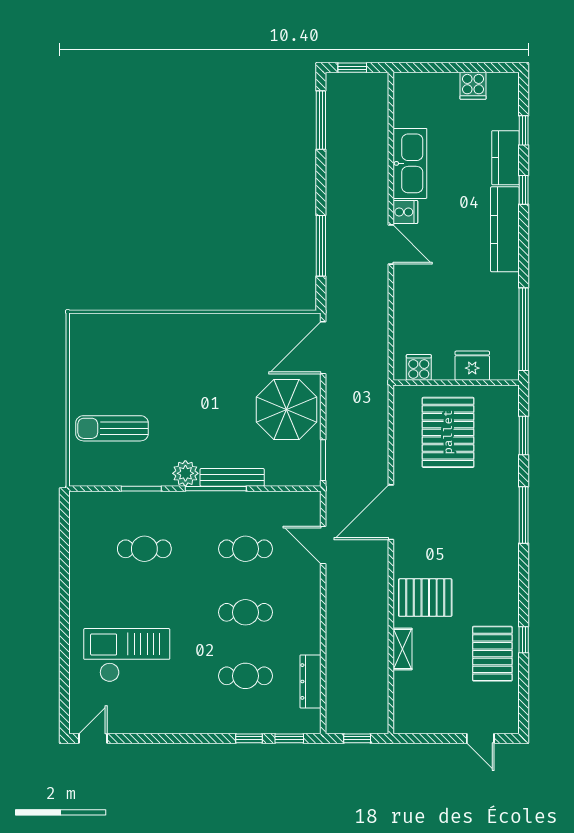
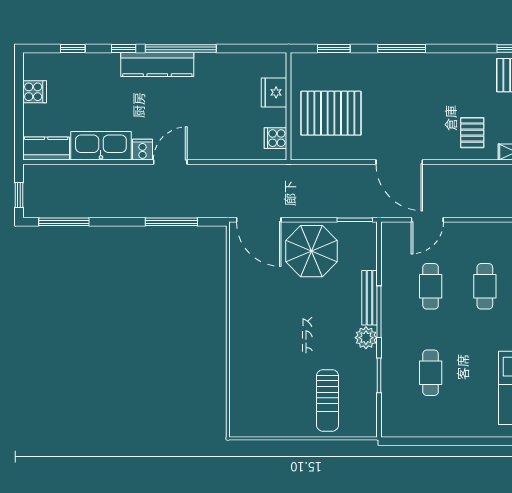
kitchen counter: (505, 158) -> (46, 149), moved, turned 180
window: (524, 329) -> (181, 48), moved
pallet: (425, 598) -> (472, 133), width x0.67, depth x0.71

